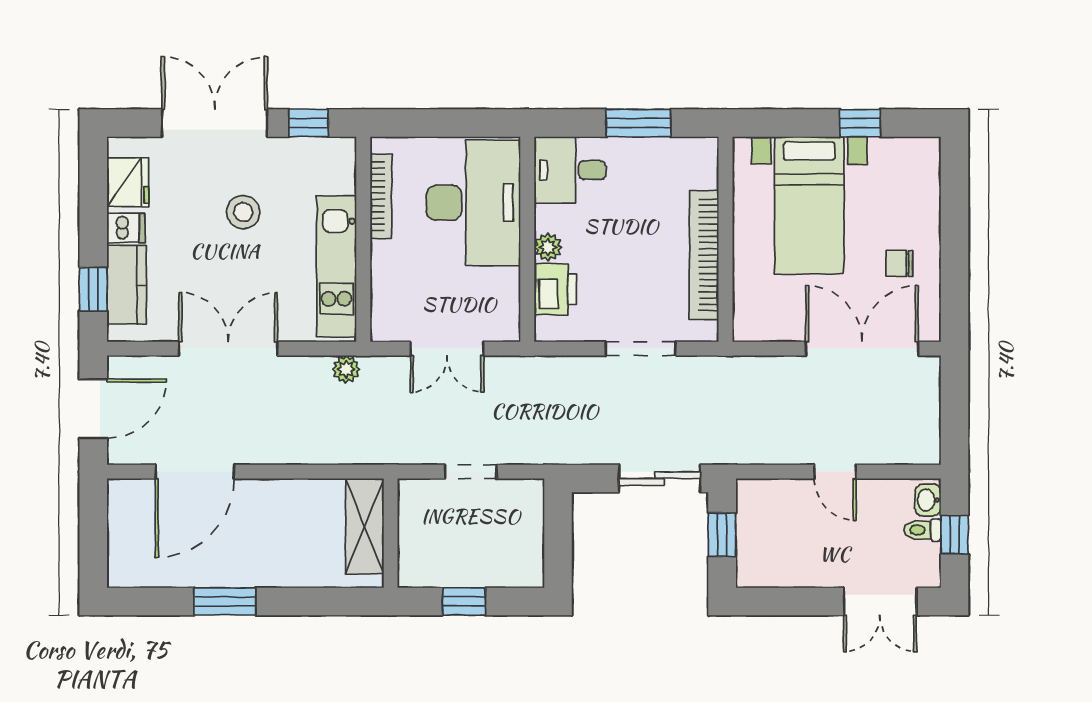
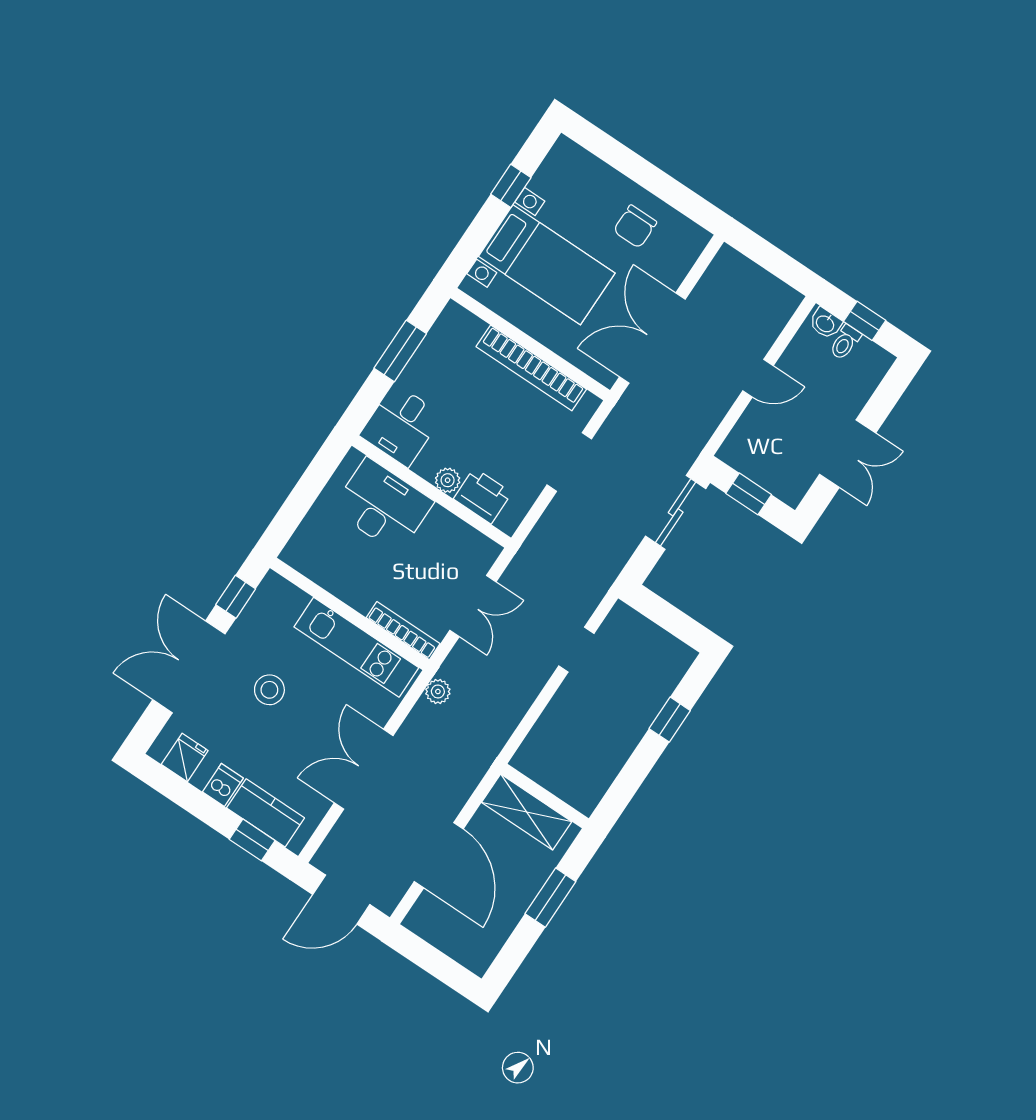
fridge: (128, 182) -> (185, 757), width x0.72
bookcase: (381, 196) -> (403, 631), moved
desk: (473, 203) -> (383, 506), width x0.73, depth x0.77
chair: (899, 263) -> (635, 227), width x1.37, depth x1.37
double door: (862, 349) -> (652, 338), moved
door: (93, 409) -> (341, 900), swing flipped
shelving: (365, 526) -> (527, 812), moved
wall: (391, 533) -> (545, 796), moved
double door: (880, 602) -> (848, 454), moved

